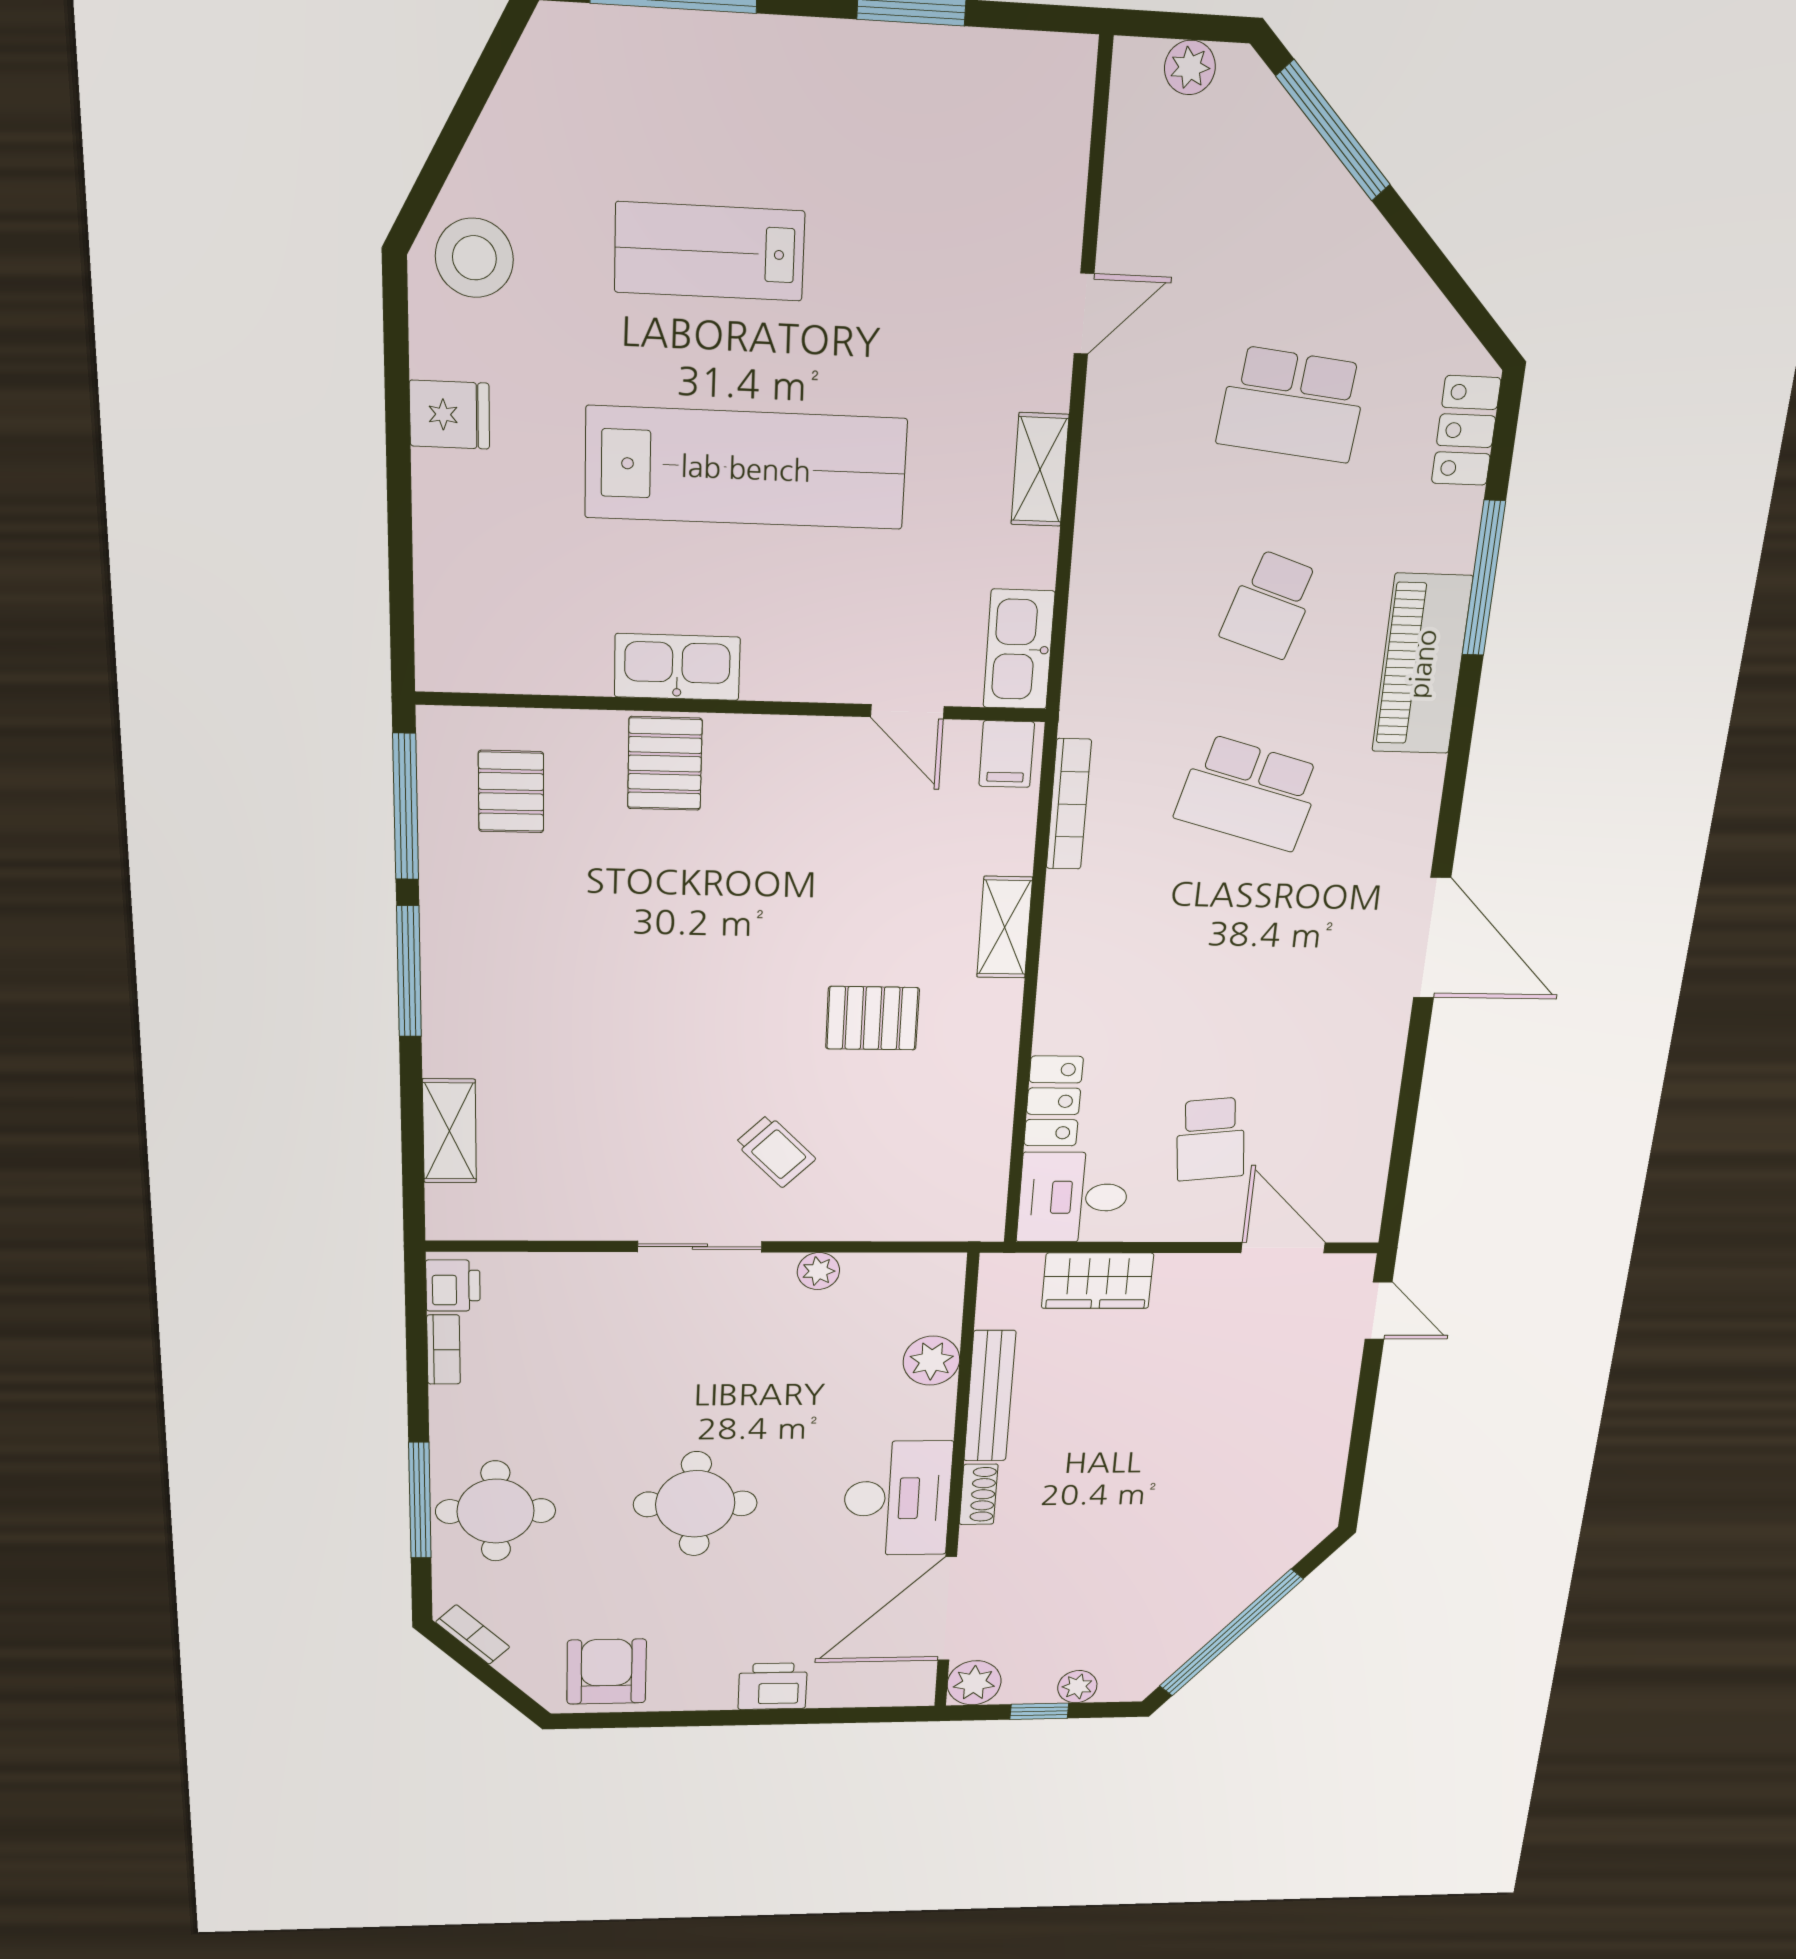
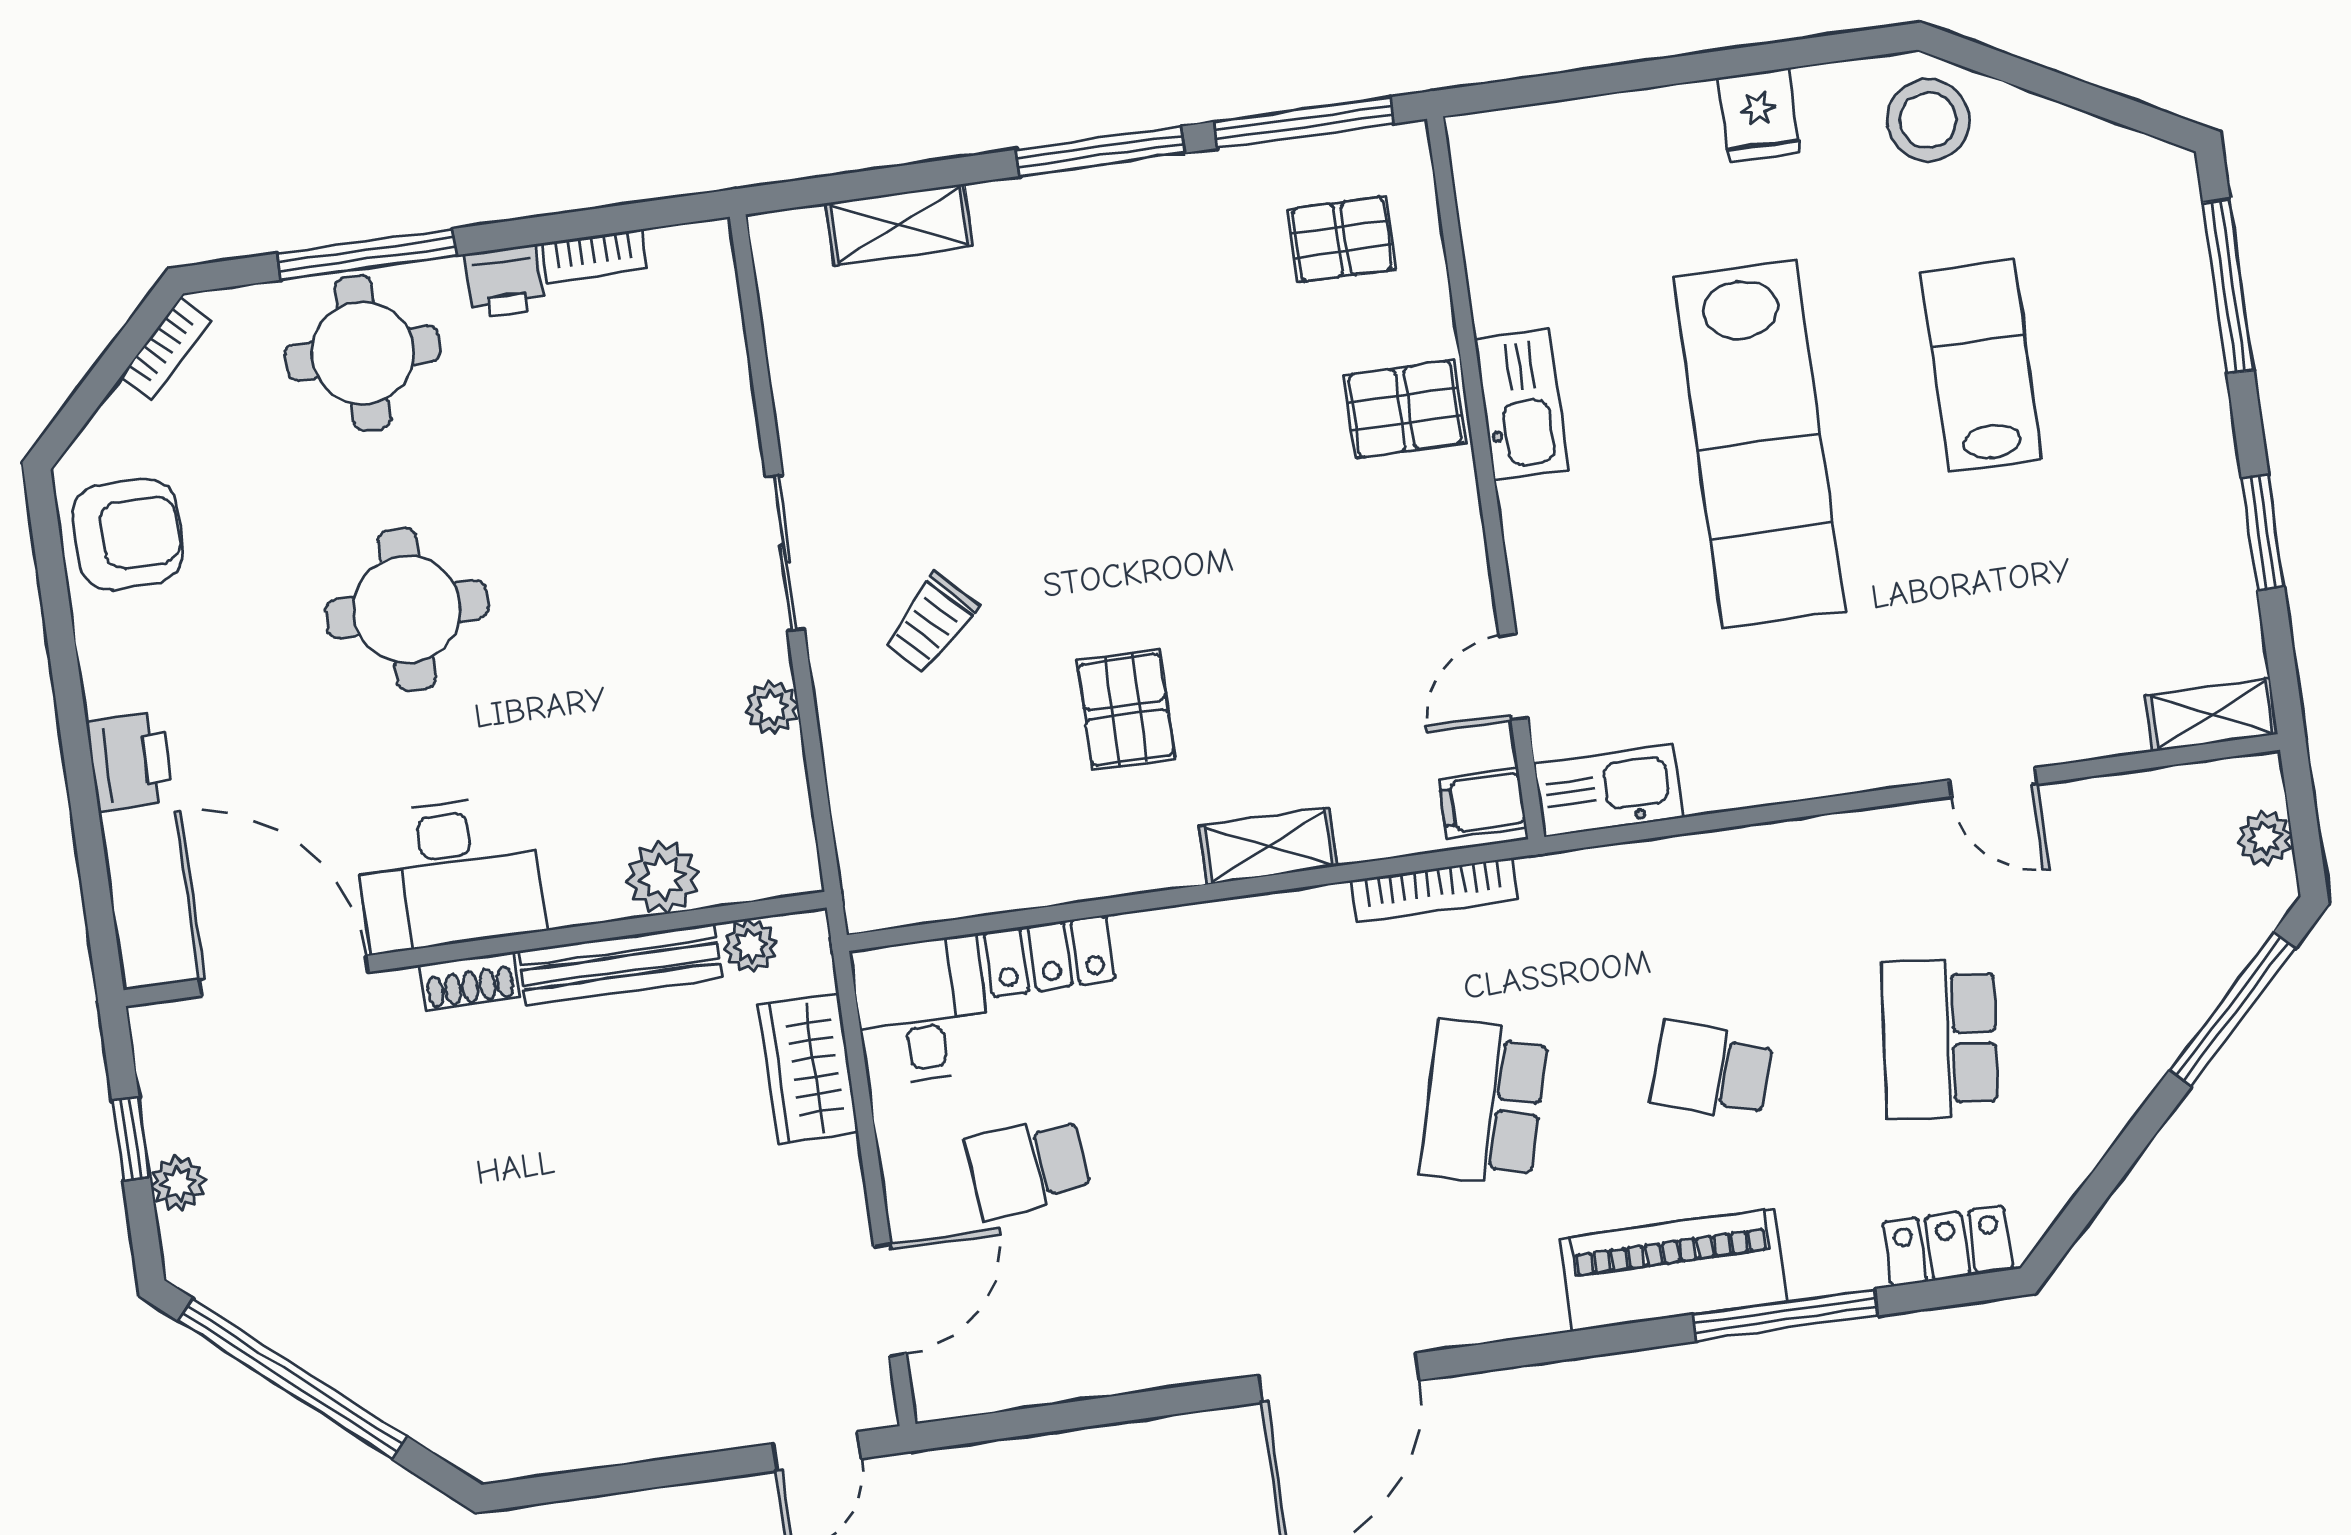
shelving: (1040, 470) -> (2212, 715), moved
printer: (453, 1286) -> (505, 282), moved
plant: (974, 1683) -> (750, 946), moved, width x0.73, depth x0.73

